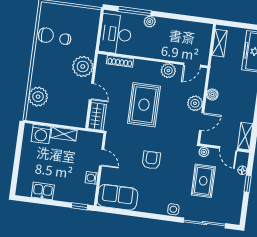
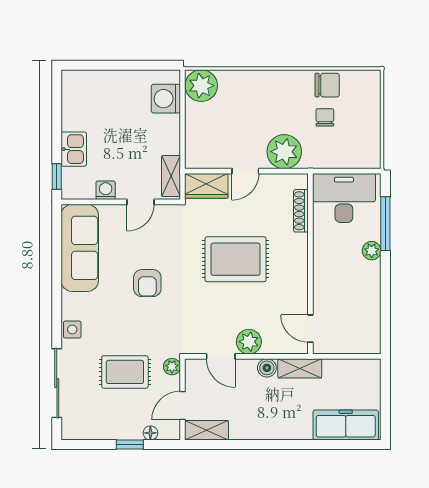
chair: (46, 35) -> (327, 85), turned -90
shelving: (219, 43) -> (300, 368), moved
plant: (168, 71) -> (296, 291), removed
plant: (38, 97) -> (201, 86), moved
shelving: (64, 134) -> (171, 176), moved
armchair: (151, 160) -> (147, 283), turned 90
kitchen sink: (43, 191) -> (74, 149), moved
sofa: (117, 197) -> (80, 248), width x1.36

